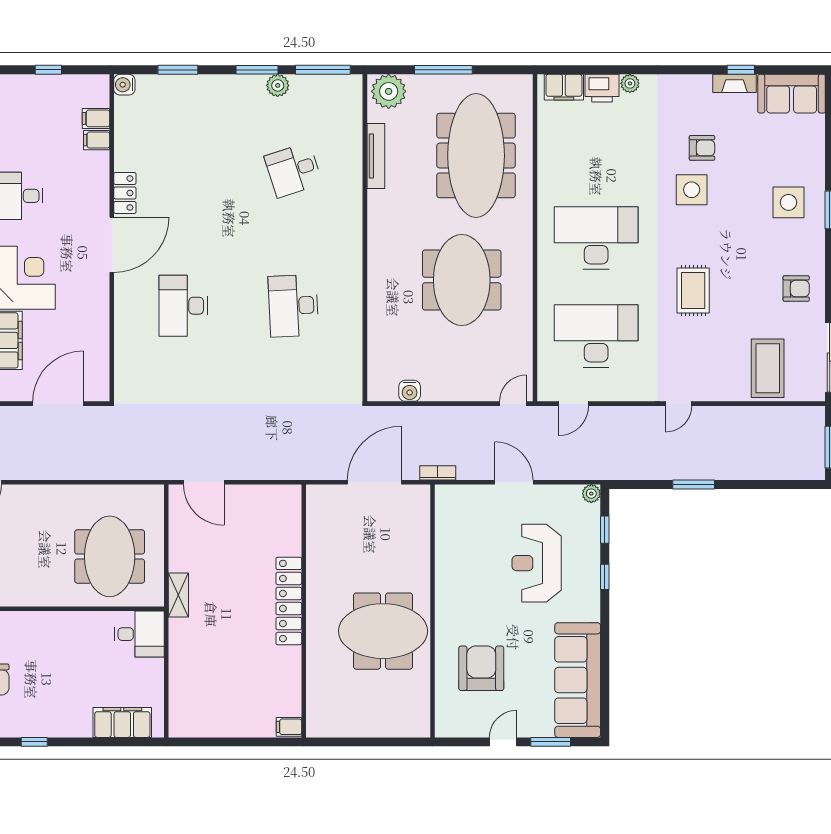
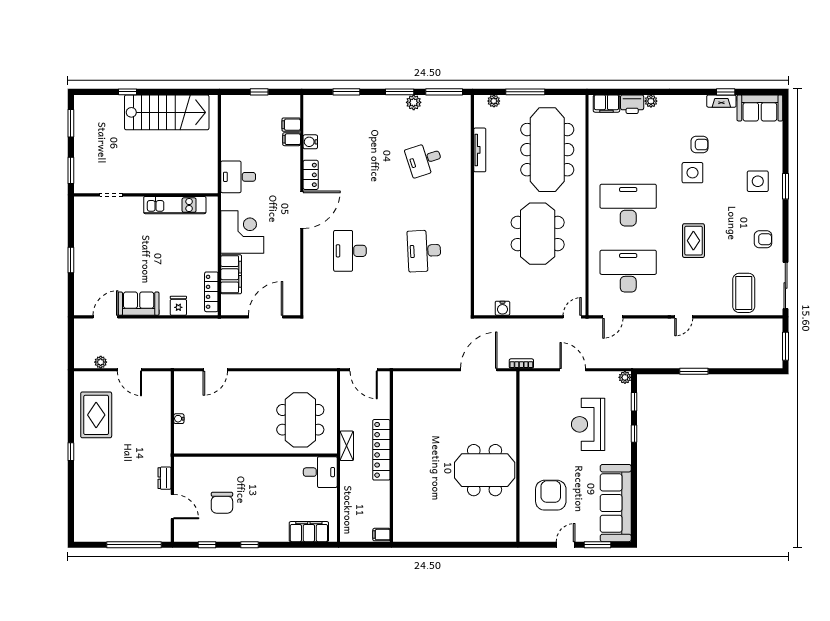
water cooler: (124, 85) -> (310, 142), moved
plant: (389, 91) -> (494, 101), width x0.53, depth x0.53
locker: (289, 601) -> (381, 450), moved
wall: (304, 611) -> (391, 457), moved
filing cabinet: (289, 727) -> (381, 535), moved

